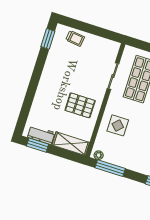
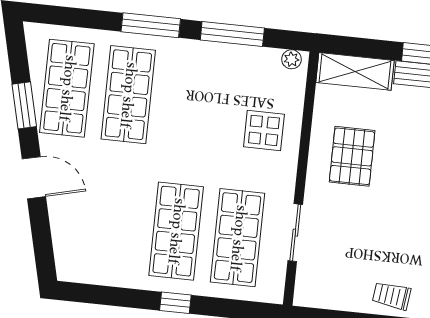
pallet: (80, 105) -> (352, 156), turned 90
window: (110, 168) -> (232, 34), moved

